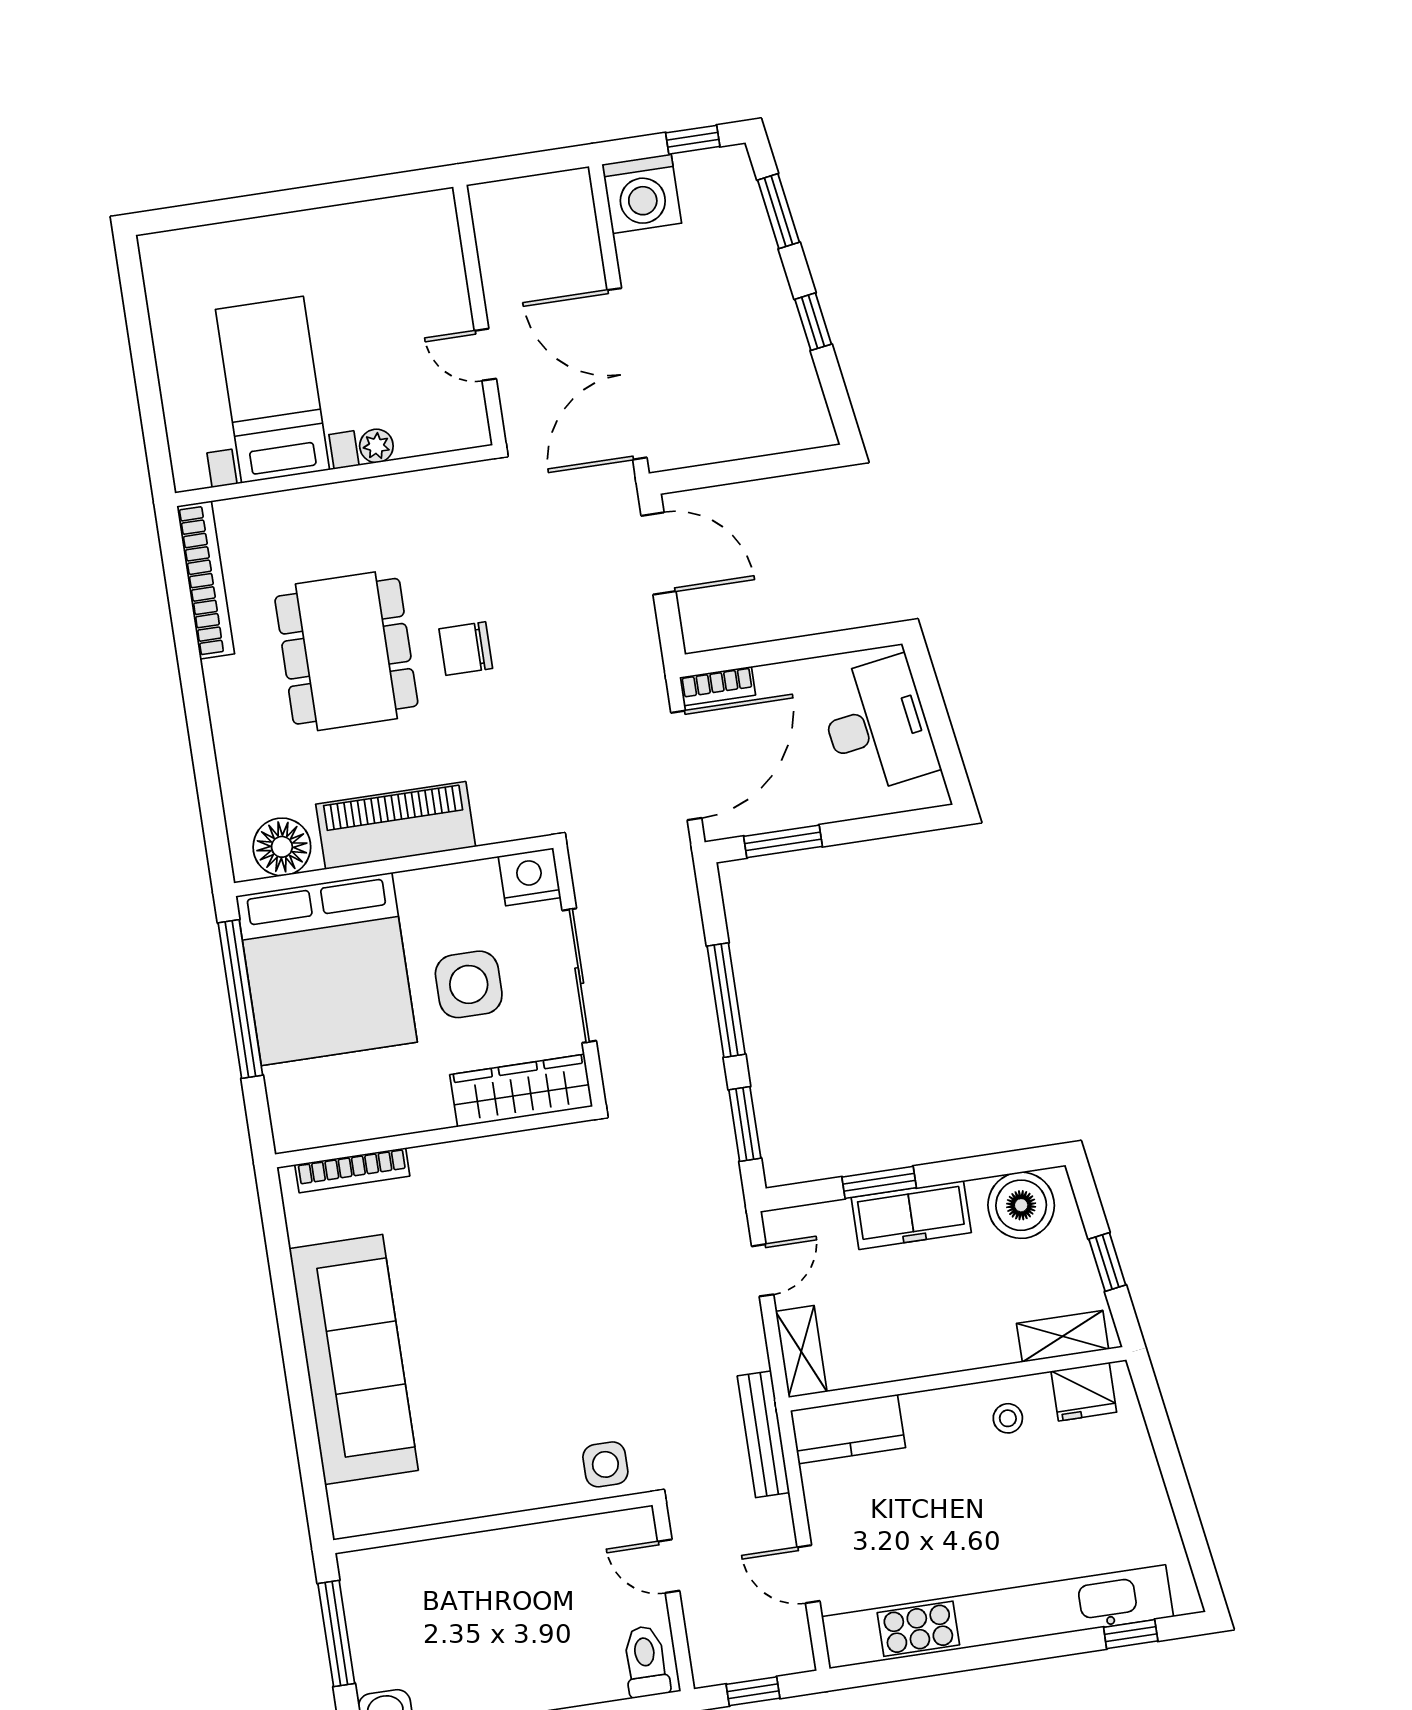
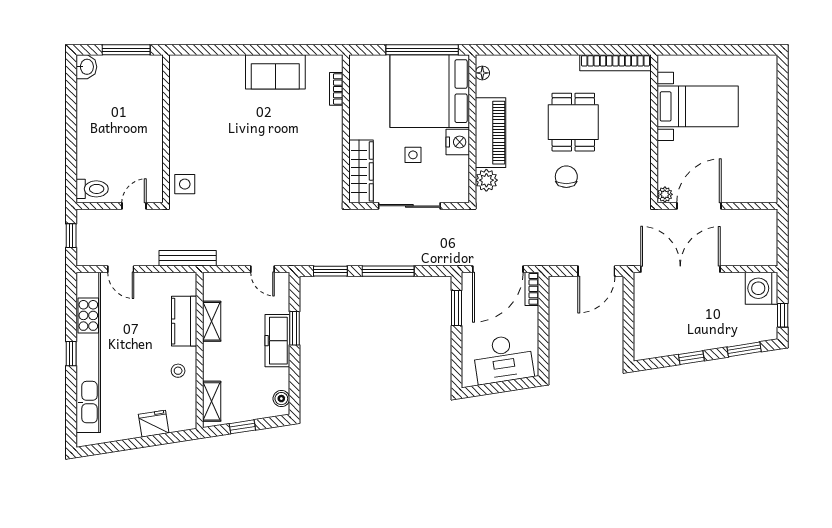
door: (485, 355) -> (699, 206), width x1.88
plant: (376, 446) -> (665, 194), moved
dining table: (346, 651) -> (573, 122), width x0.73
door: (686, 765) -> (498, 269), hinge flipped
plant: (499, 819) -> (486, 180), added
floor lamp: (282, 847) -> (482, 73), width x0.53, depth x0.53
nightstand: (530, 877) -> (458, 142), moved
side table: (469, 984) -> (413, 155), width x0.54, depth x0.54
bookcase: (352, 1170) -> (336, 89), width x0.64
boiler: (1021, 1205) -> (281, 399), width x0.54, depth x0.54
shelving: (801, 1352) -> (212, 321), moved, turned 90
sofa: (354, 1359) -> (275, 72), width x0.54, depth x0.79
fridge: (1084, 1392) -> (154, 424), moved, turned 81
kitchen counter: (848, 1429) -> (184, 321), moved
door: (809, 1574) -> (121, 269), swing flipped
window: (1131, 1634) -> (71, 354), moved

